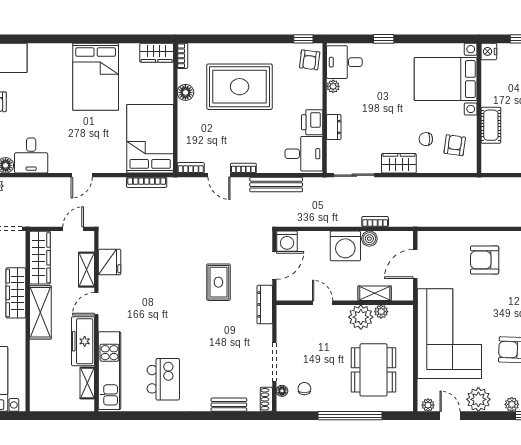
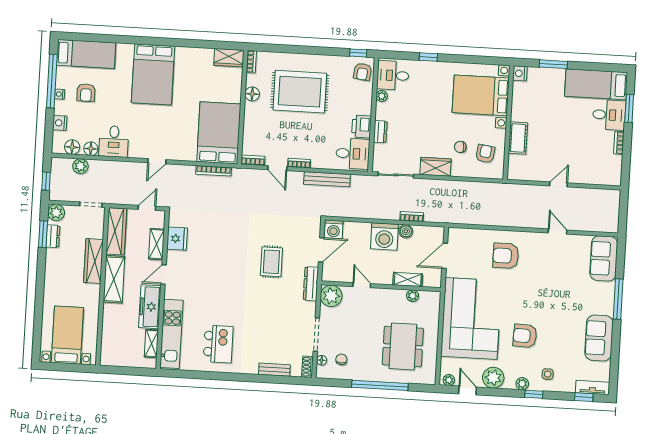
bed: (96, 77) -> (153, 74), moved
plant: (361, 317) -> (331, 296), moved

